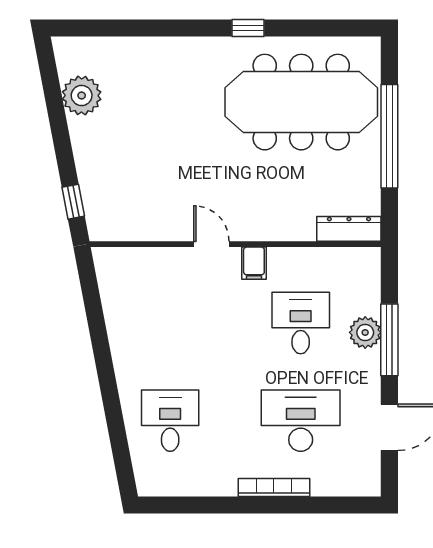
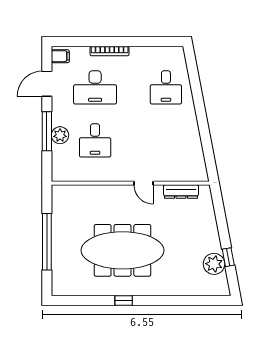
meeting table: (301, 102) -> (122, 250), moved
window: (73, 202) -> (228, 257), moved
dresser: (349, 229) -> (181, 192), moved
filing cabinet: (254, 263) -> (60, 56), moved, turned 90

